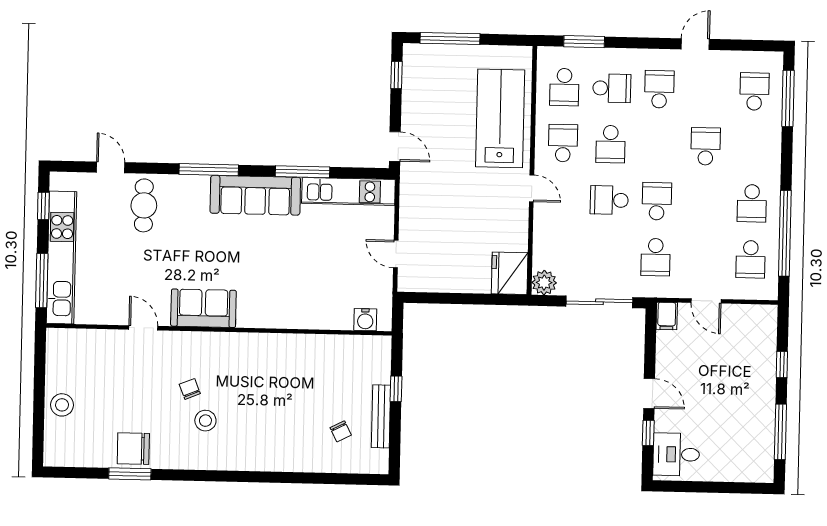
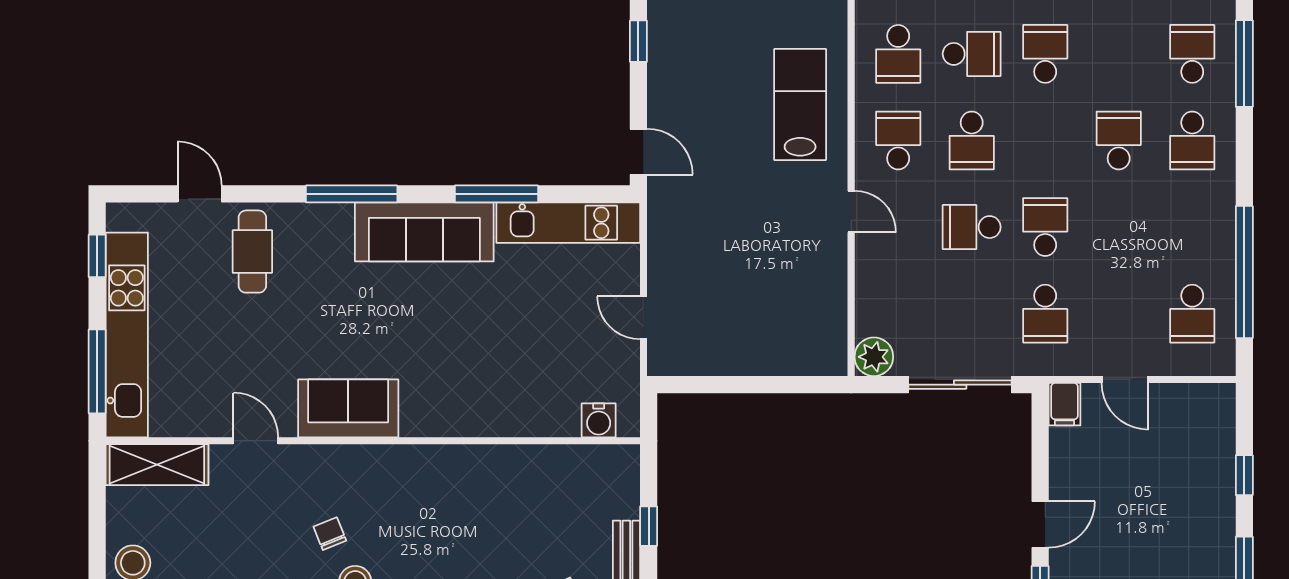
lab bench: (500, 118) -> (800, 105), width x0.73, depth x0.72
school desk: (752, 203) -> (1192, 140), moved
fridge: (510, 273) -> (820, 344), removed
shelving: (79, 342) -> (157, 465), added
door: (649, 393) -> (1040, 525), hinge flipped

